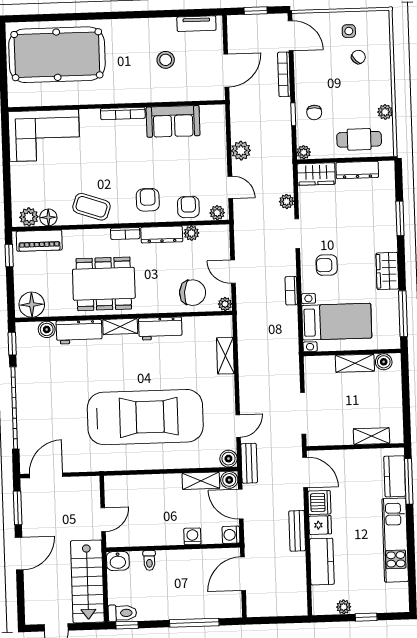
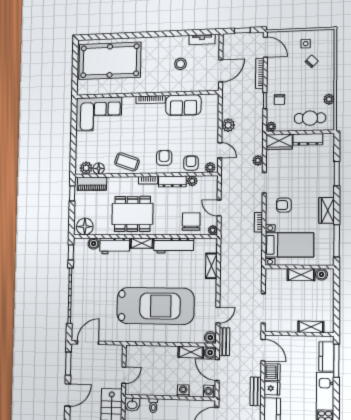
chair: (193, 293) -> (191, 222), turned -95
workbench: (160, 328) -> (174, 245), width x1.38

